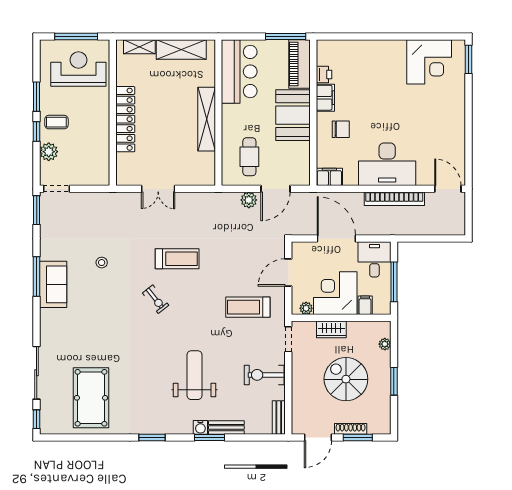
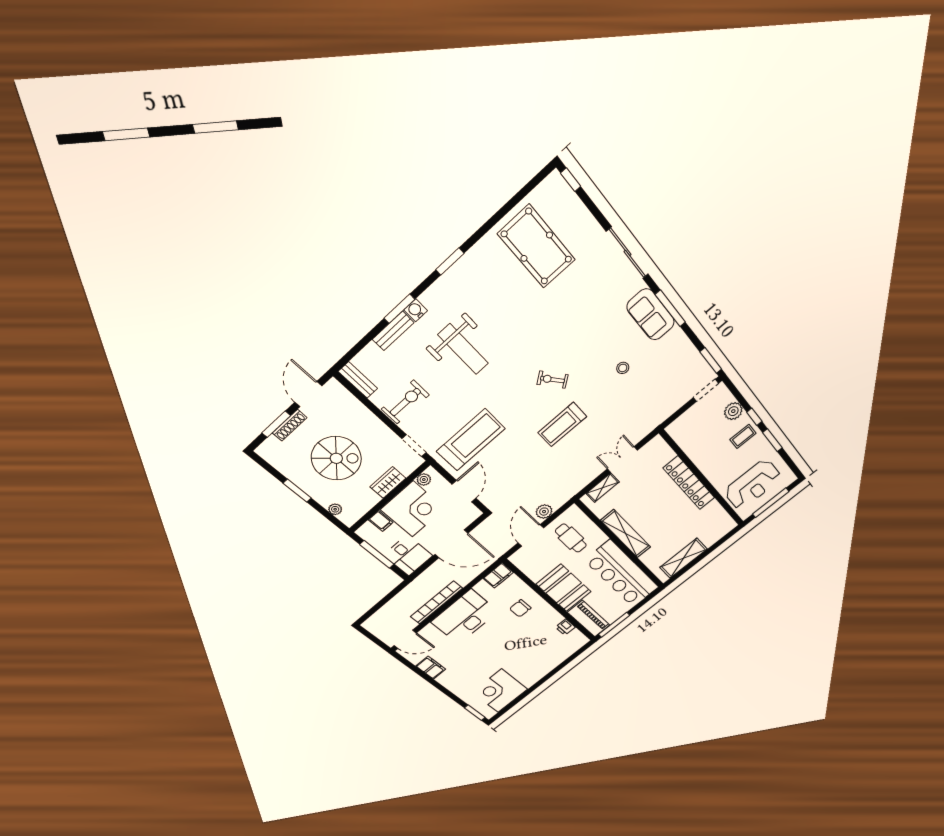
shelving: (139, 47) -> (603, 488), moved
bar counter: (239, 72) -> (622, 574), width x1.36
filing cabinet: (325, 98) -> (431, 668), moved, turned 180
treadmill: (248, 307) -> (471, 440), width x1.37, depth x1.38
sliding door: (37, 373) -> (627, 253), moved

